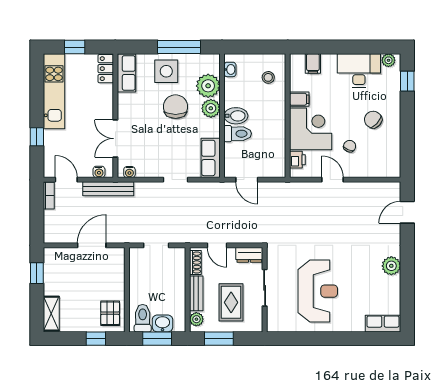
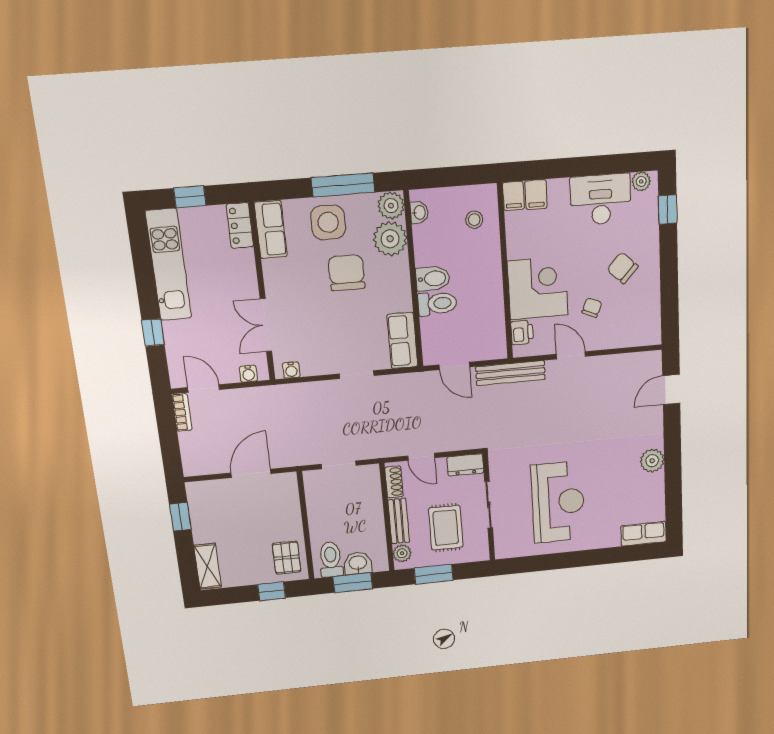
filing cabinet: (299, 99) -> (513, 196), moved, turned 90
plant: (211, 108) -> (391, 206), moved
bench: (108, 189) -> (511, 373), moved

